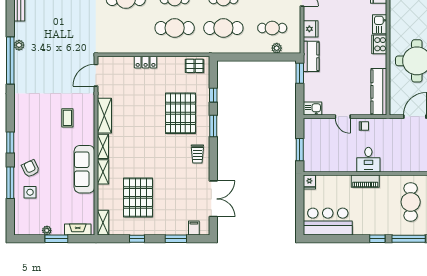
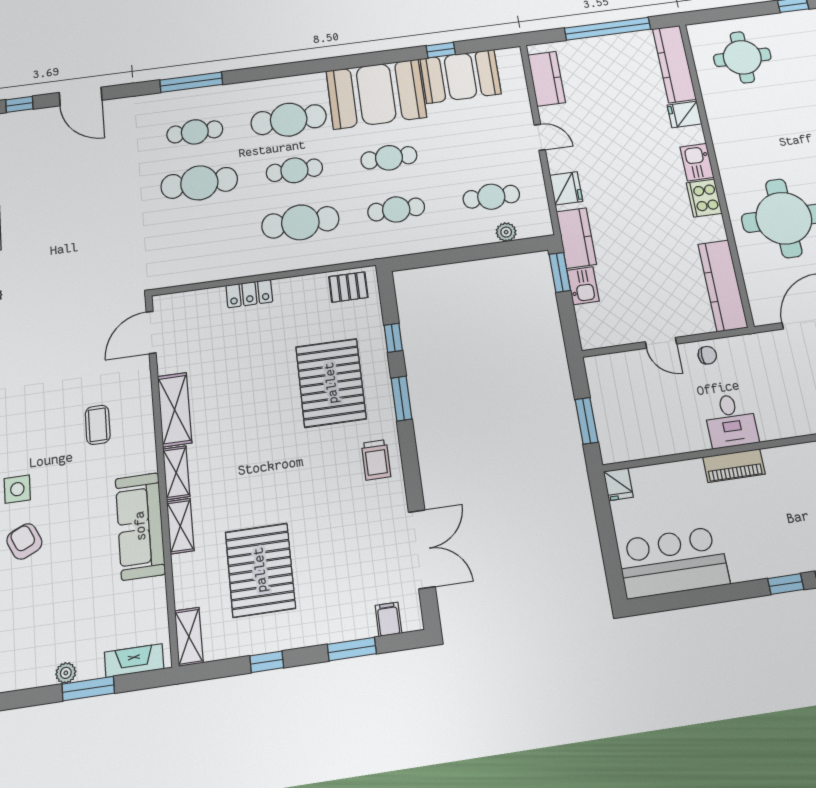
cafe table: (223, 28) -> (396, 209), width x0.73, depth x0.74
kitchen sink: (313, 108) -> (583, 286), moved, turned 90
side table: (30, 192) -> (17, 489), moved

